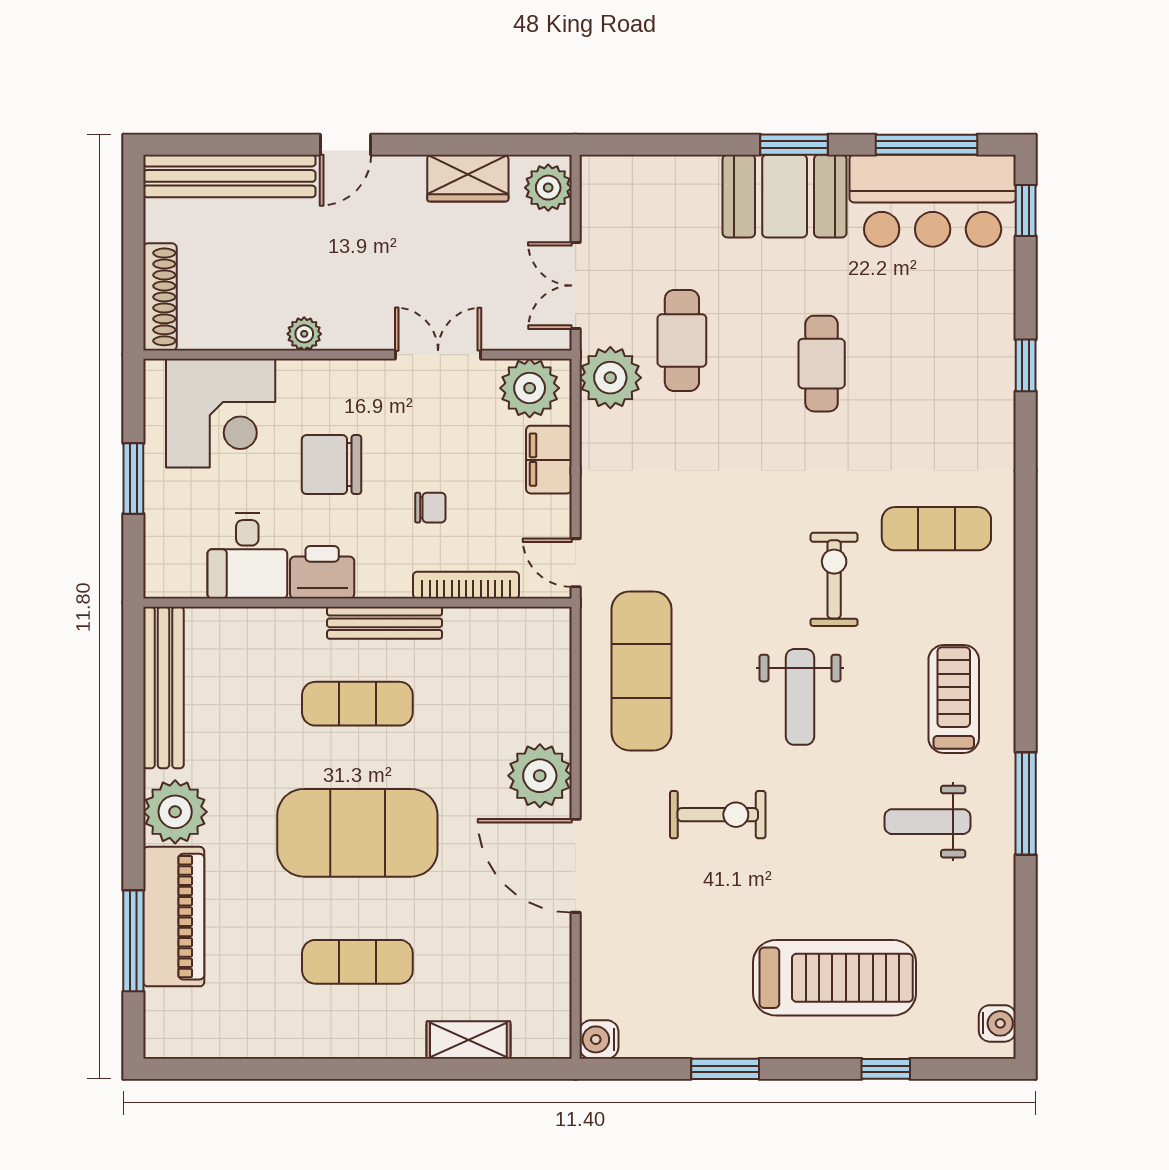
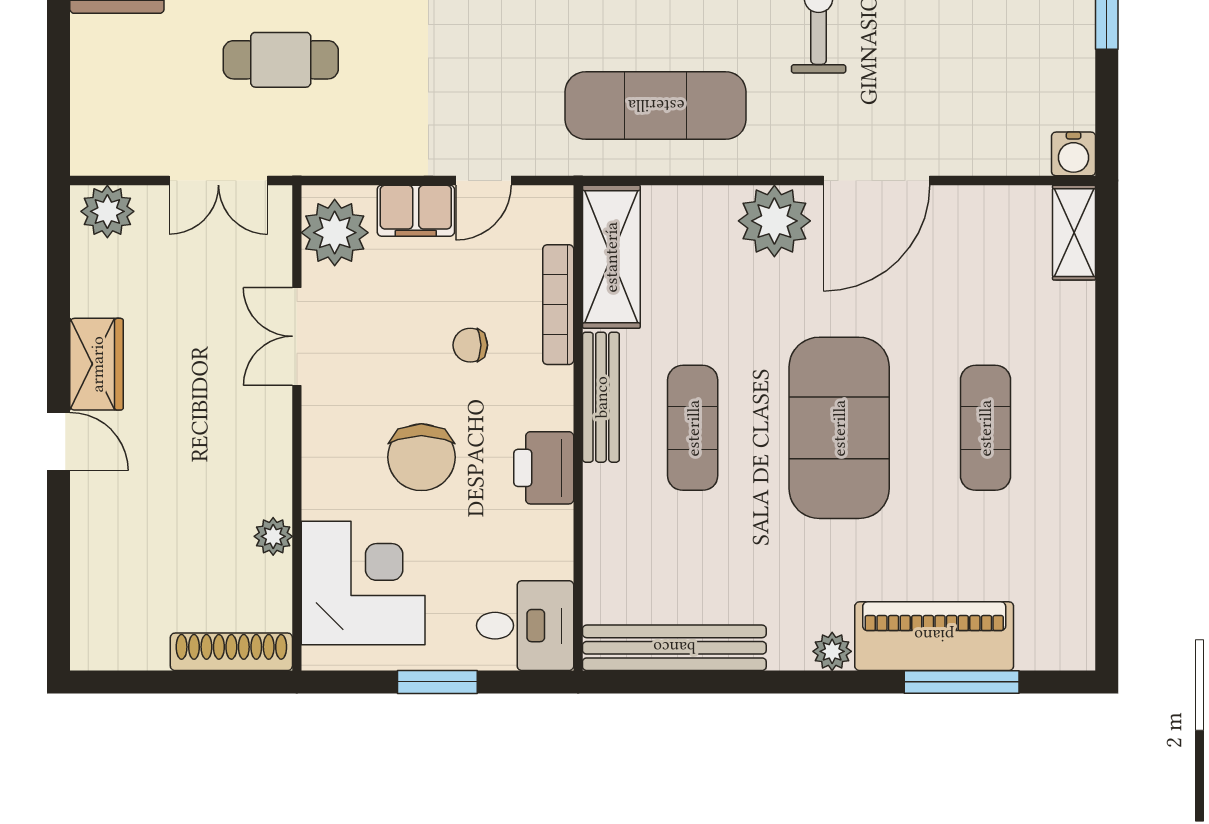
bench: (229, 176) -> (94, 573), removed
wardrobe: (468, 178) -> (97, 364), moved
plant: (304, 334) -> (273, 536), moved
plant: (610, 378) -> (323, 141), removed
chair: (430, 508) -> (470, 345), turned -90
desk: (247, 556) -> (525, 626), moved
door: (576, 563) -> (483, 180), moved
shelving: (508, 632) -> (611, 257), added
plant: (175, 812) -> (832, 651), width x0.53, depth x0.53
shelving: (468, 1040) -> (1074, 233), moved

